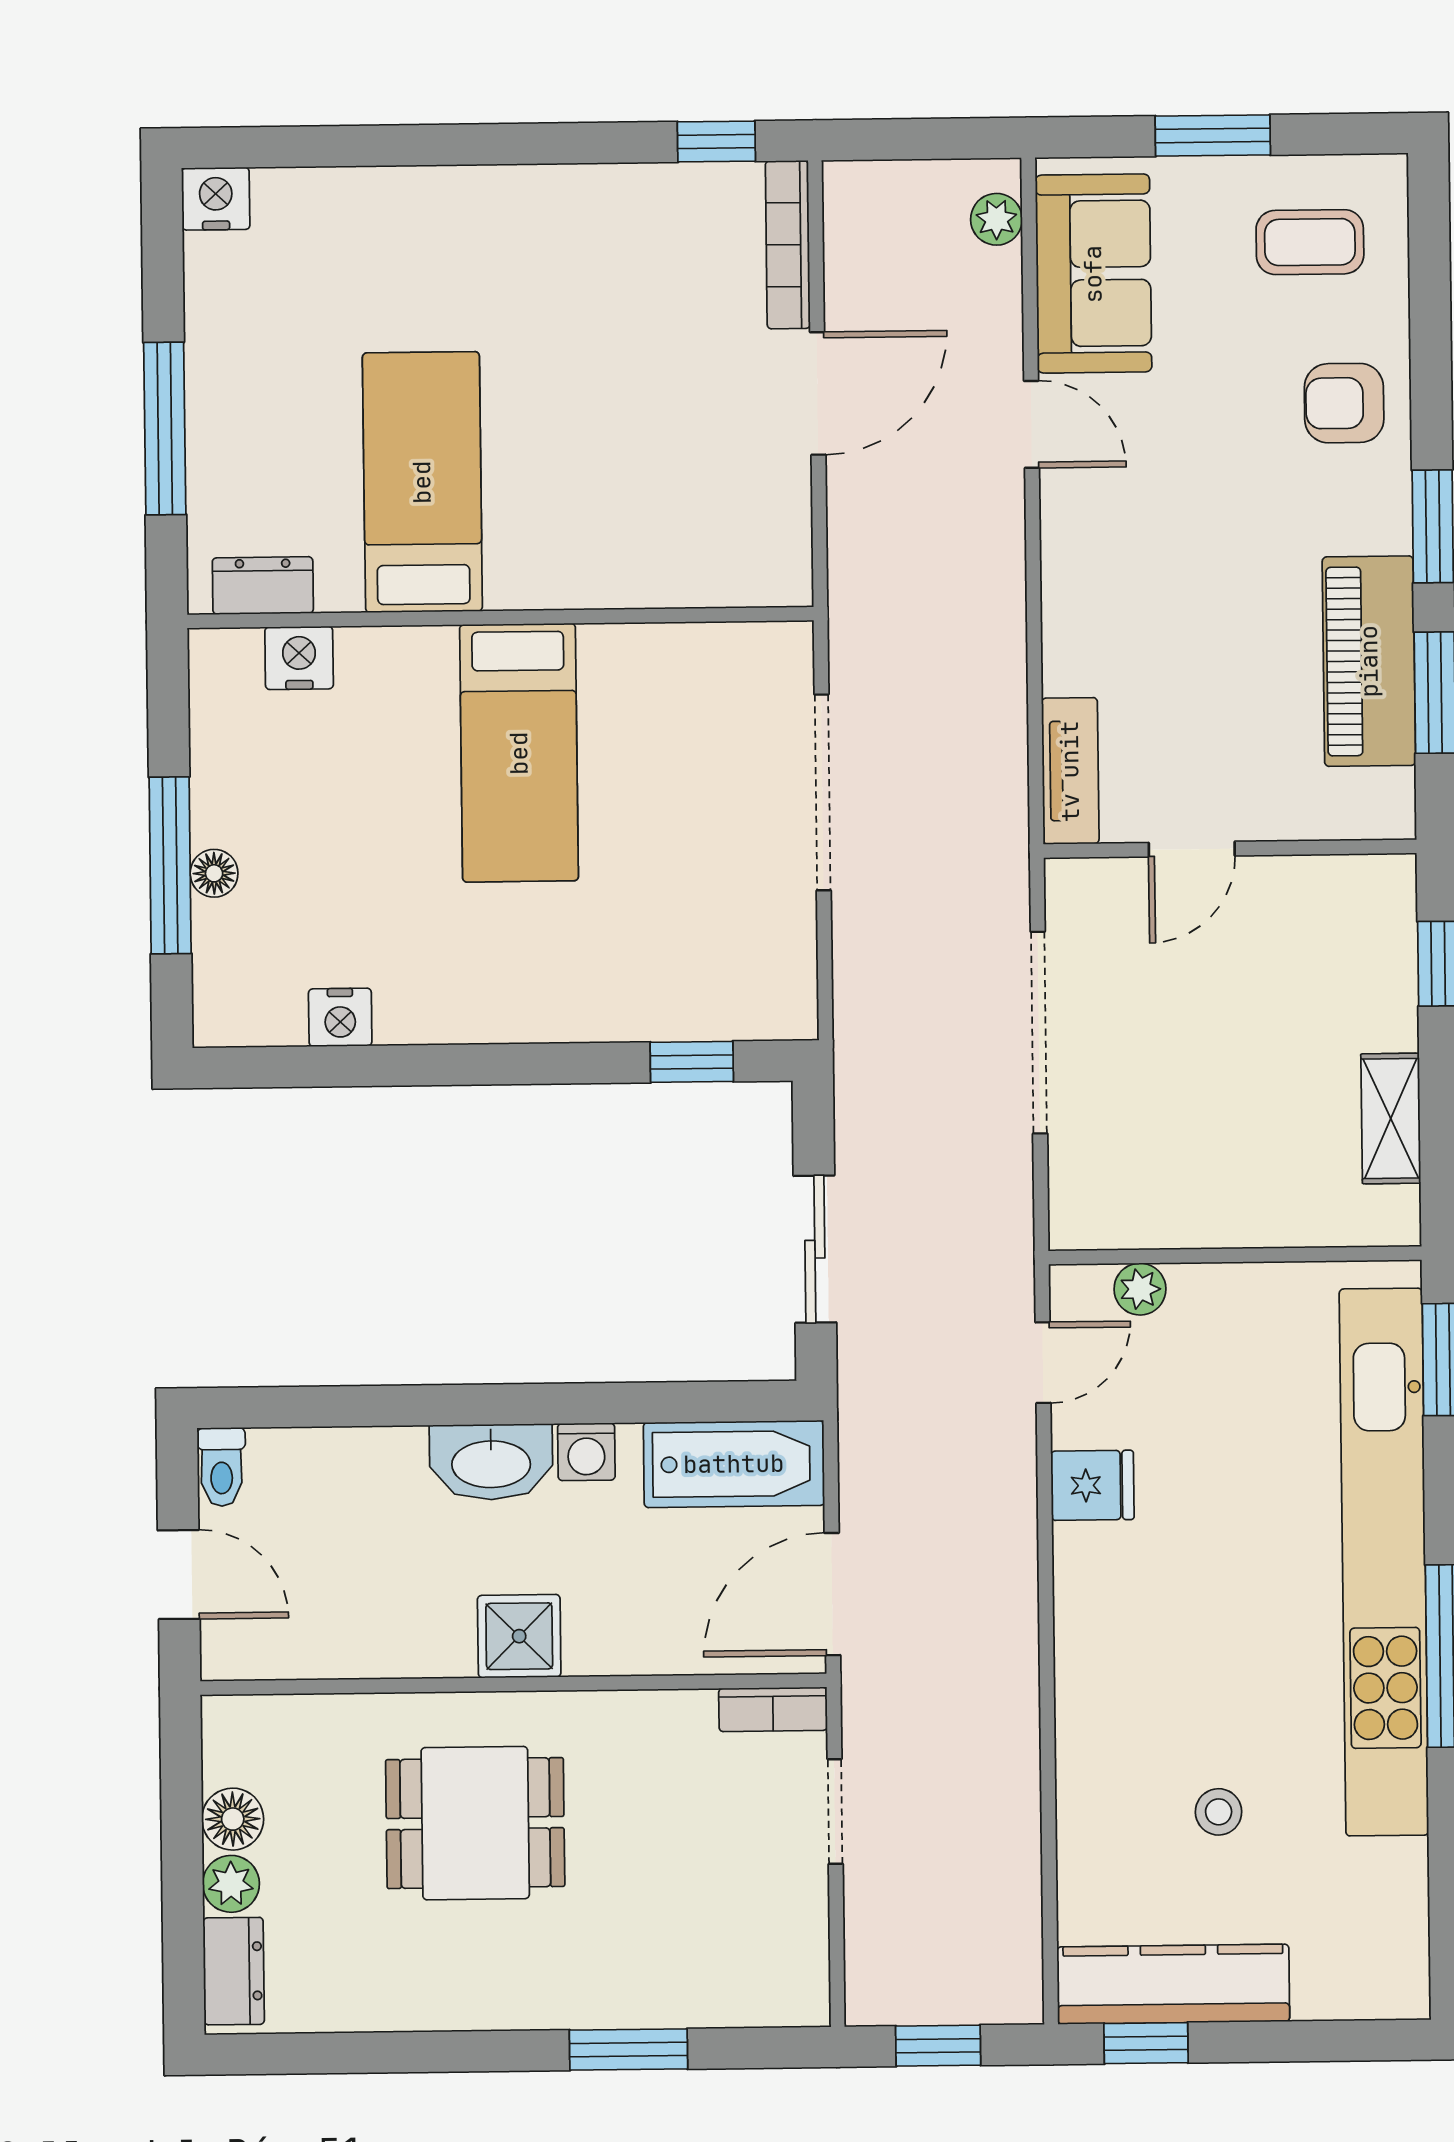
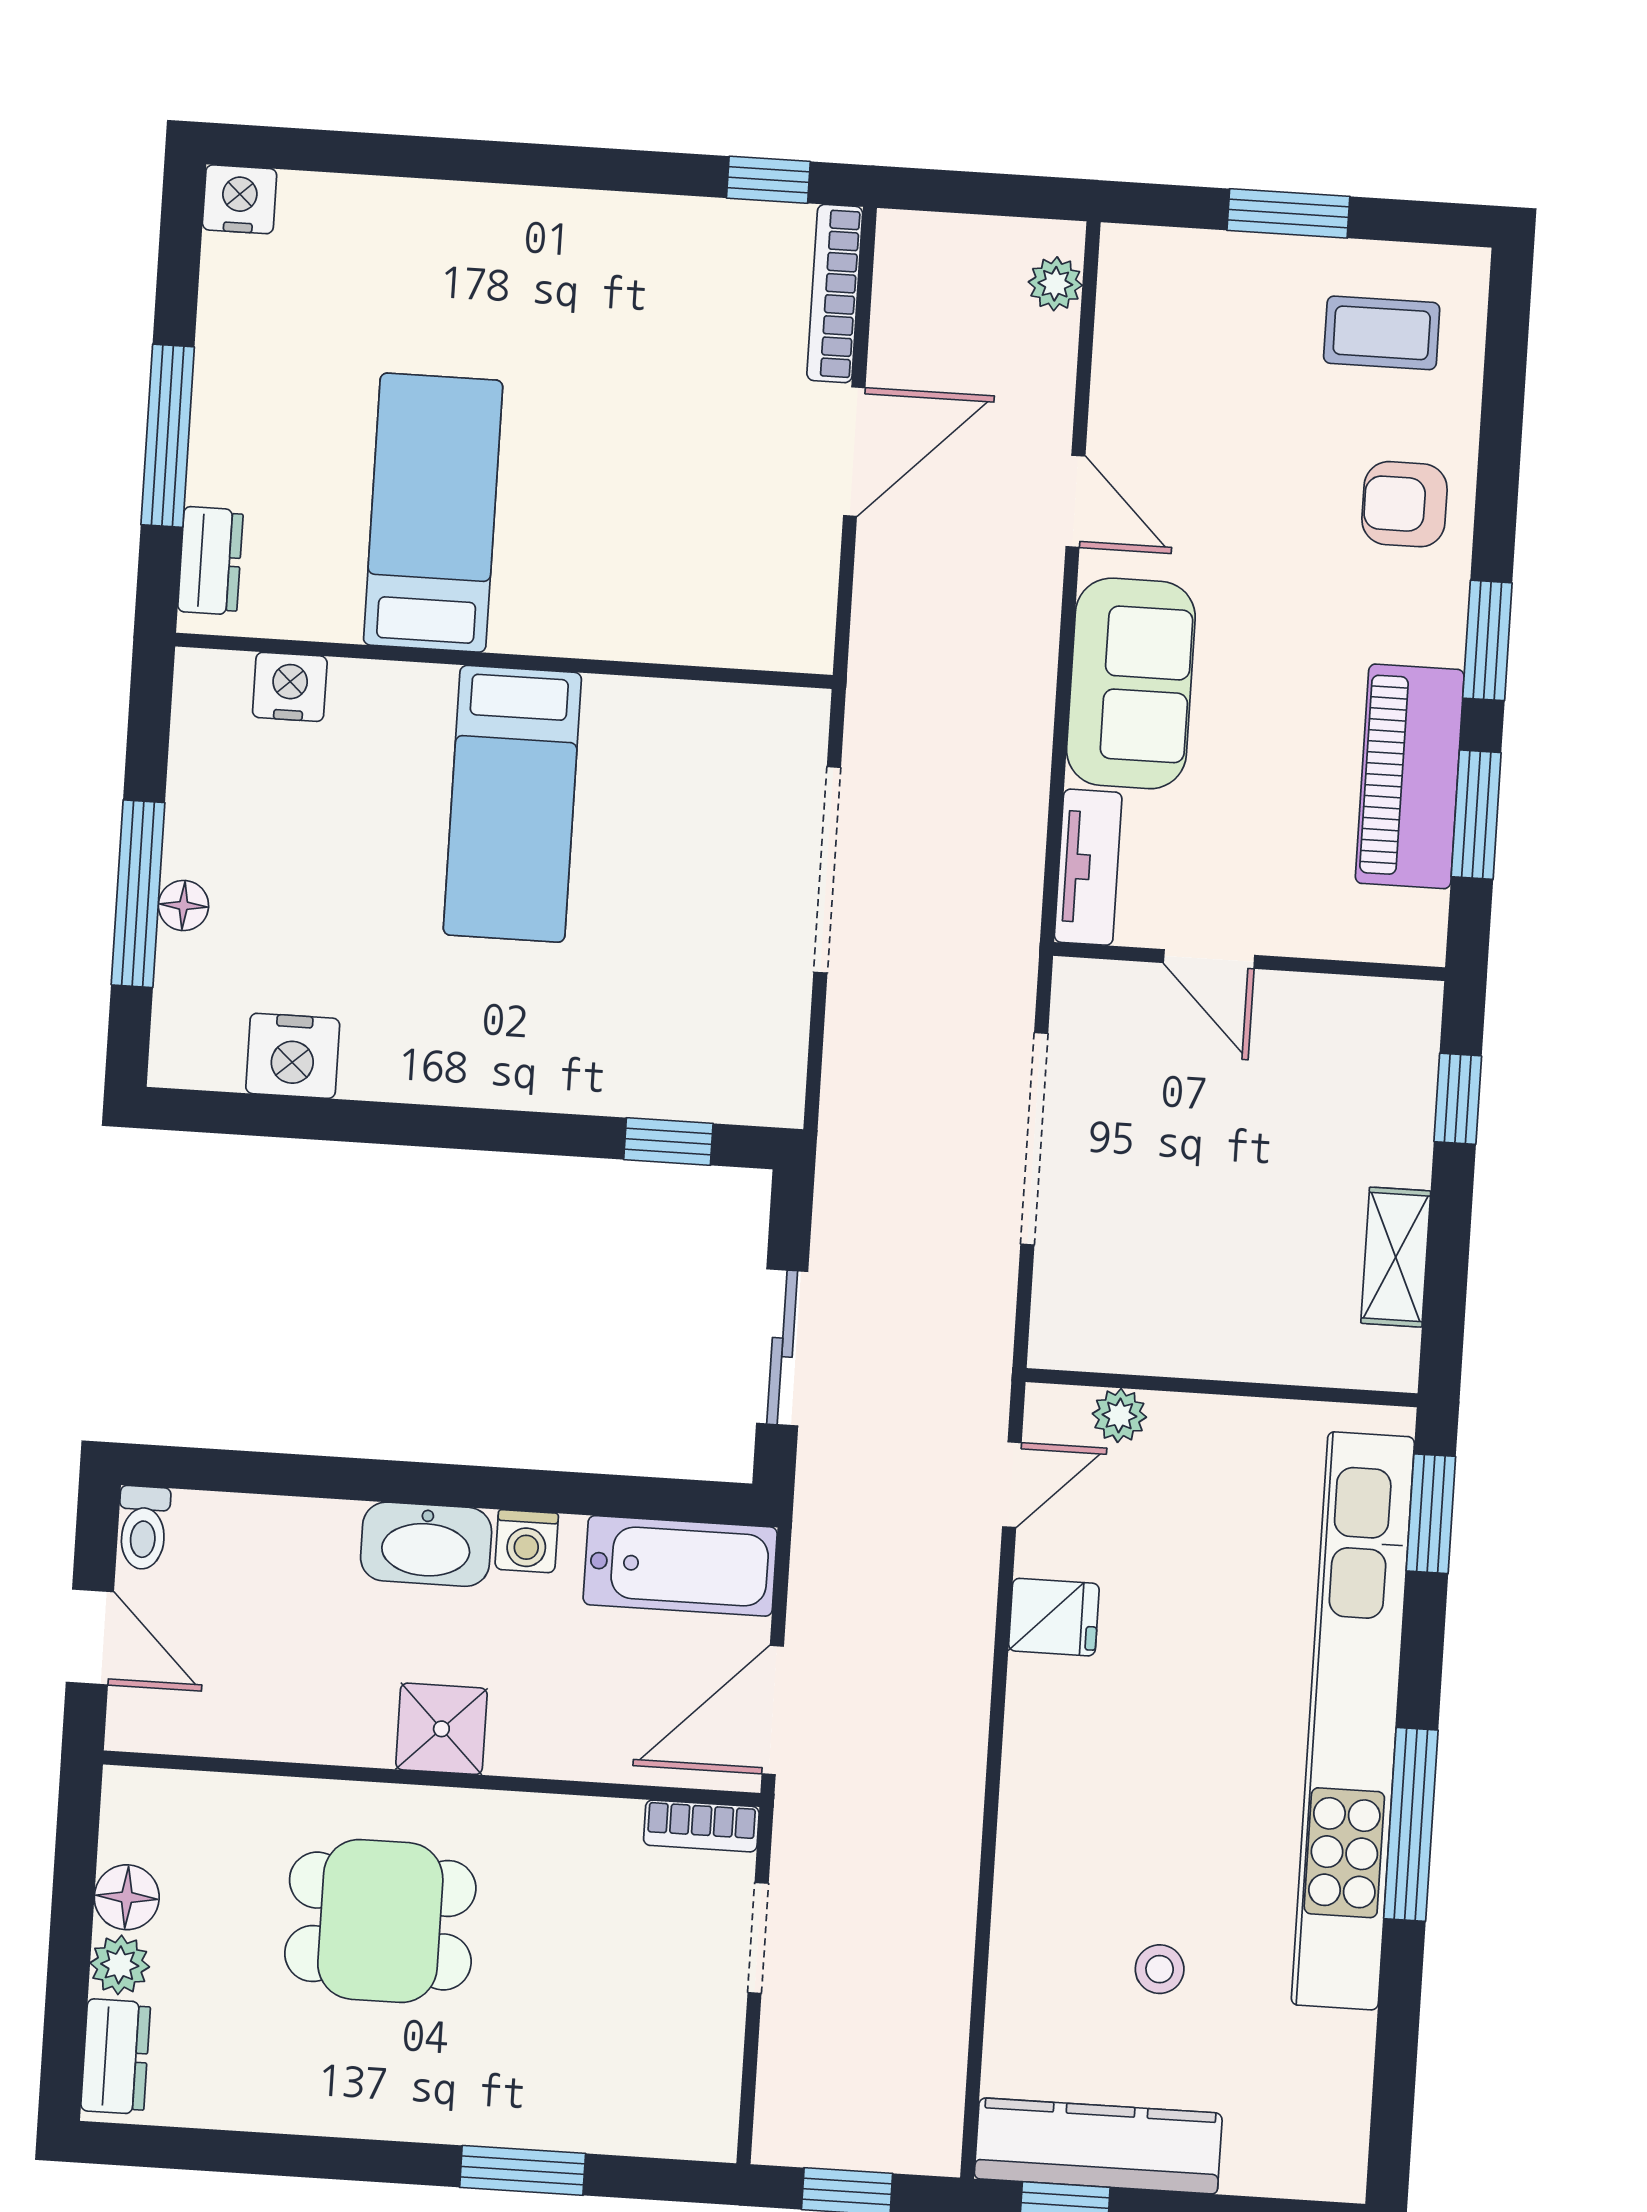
sofa: (1093, 274) -> (1131, 683), moved
dresser: (263, 586) -> (210, 561), moved, turned 90
door: (1192, 849) -> (1209, 959), hinge flipped
nightstand: (340, 1017) -> (293, 1056), width x1.36, depth x1.33

